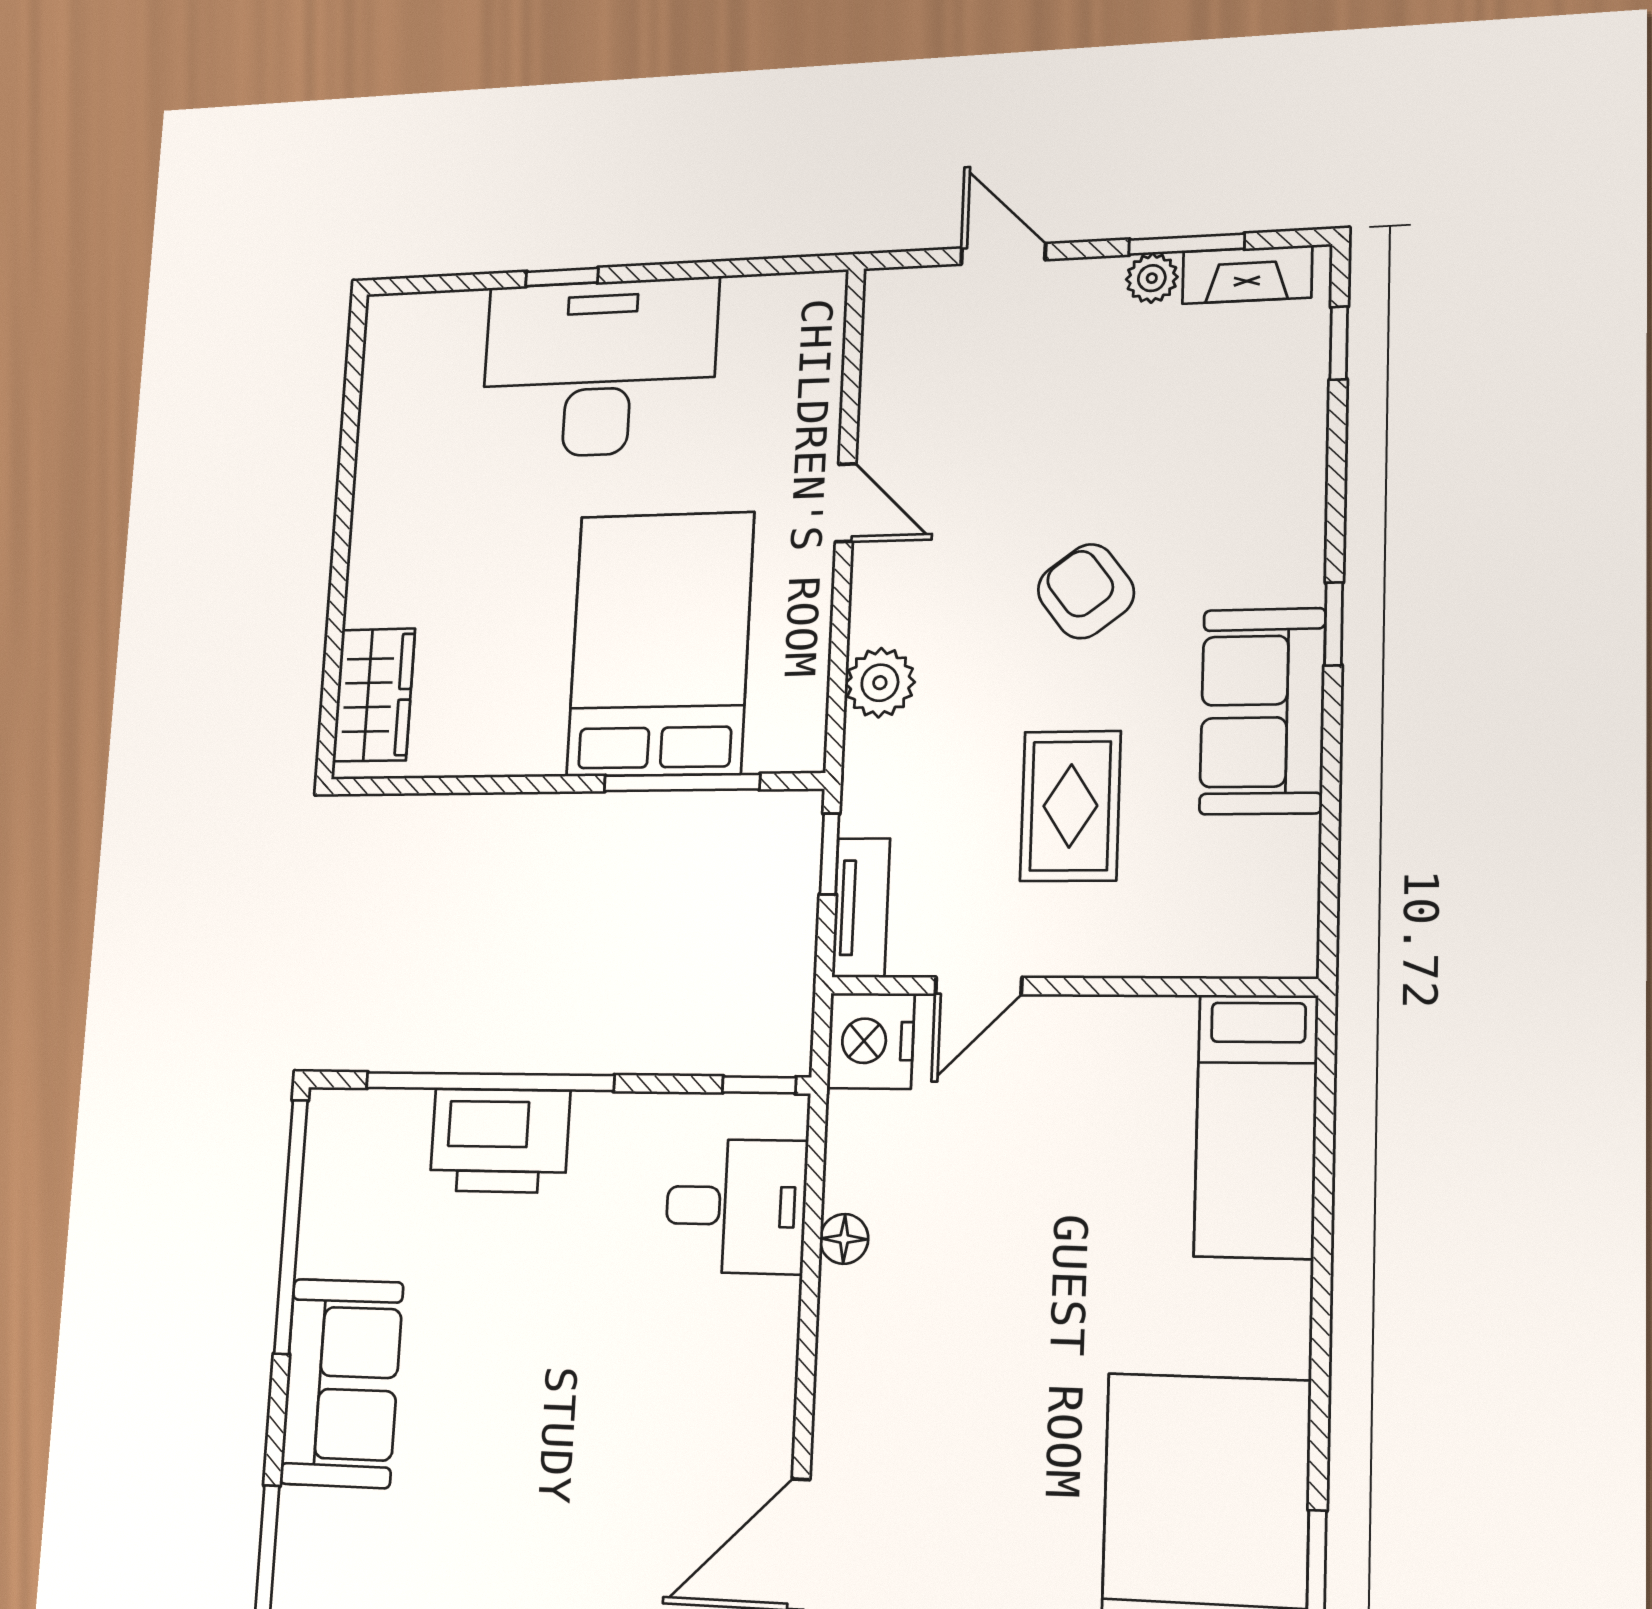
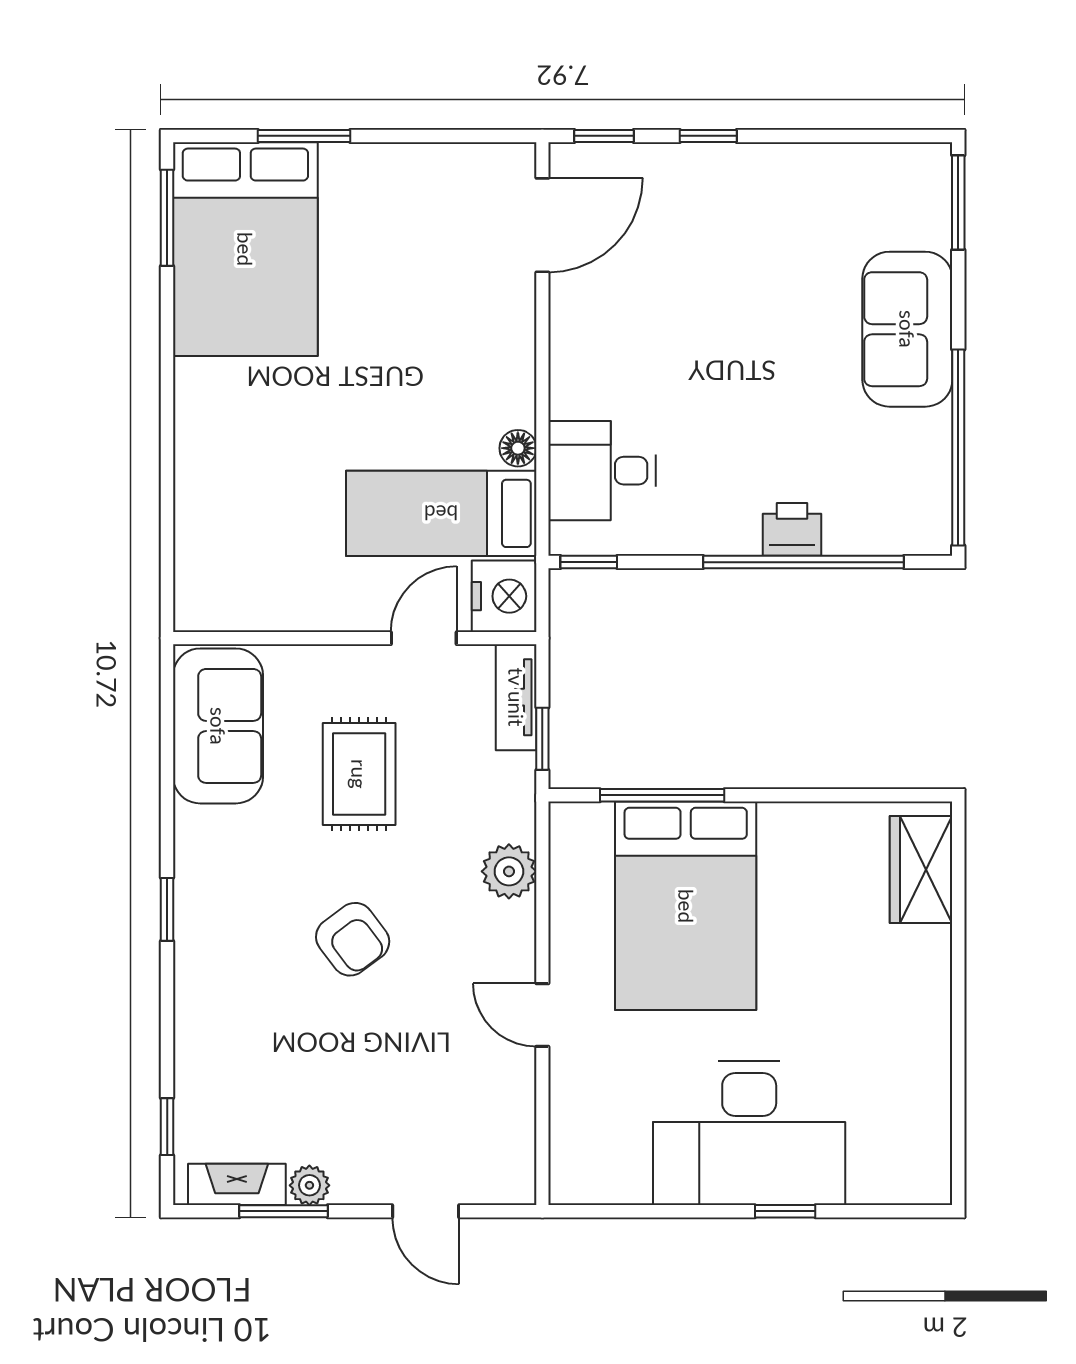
sofa: (1262, 711) -> (218, 726), moved
bed: (1256, 1126) -> (441, 513), moved, turned -90
printer: (500, 1141) -> (792, 529), width x0.53, depth x0.68

